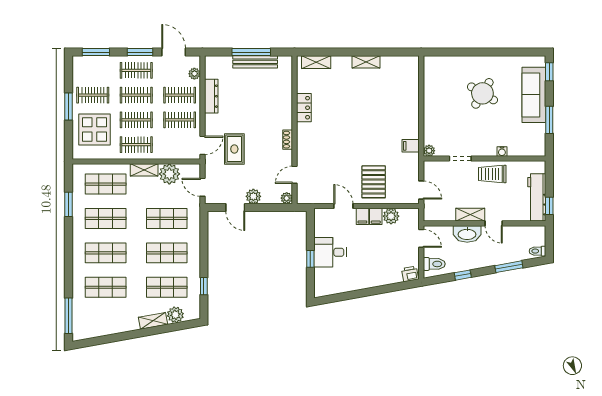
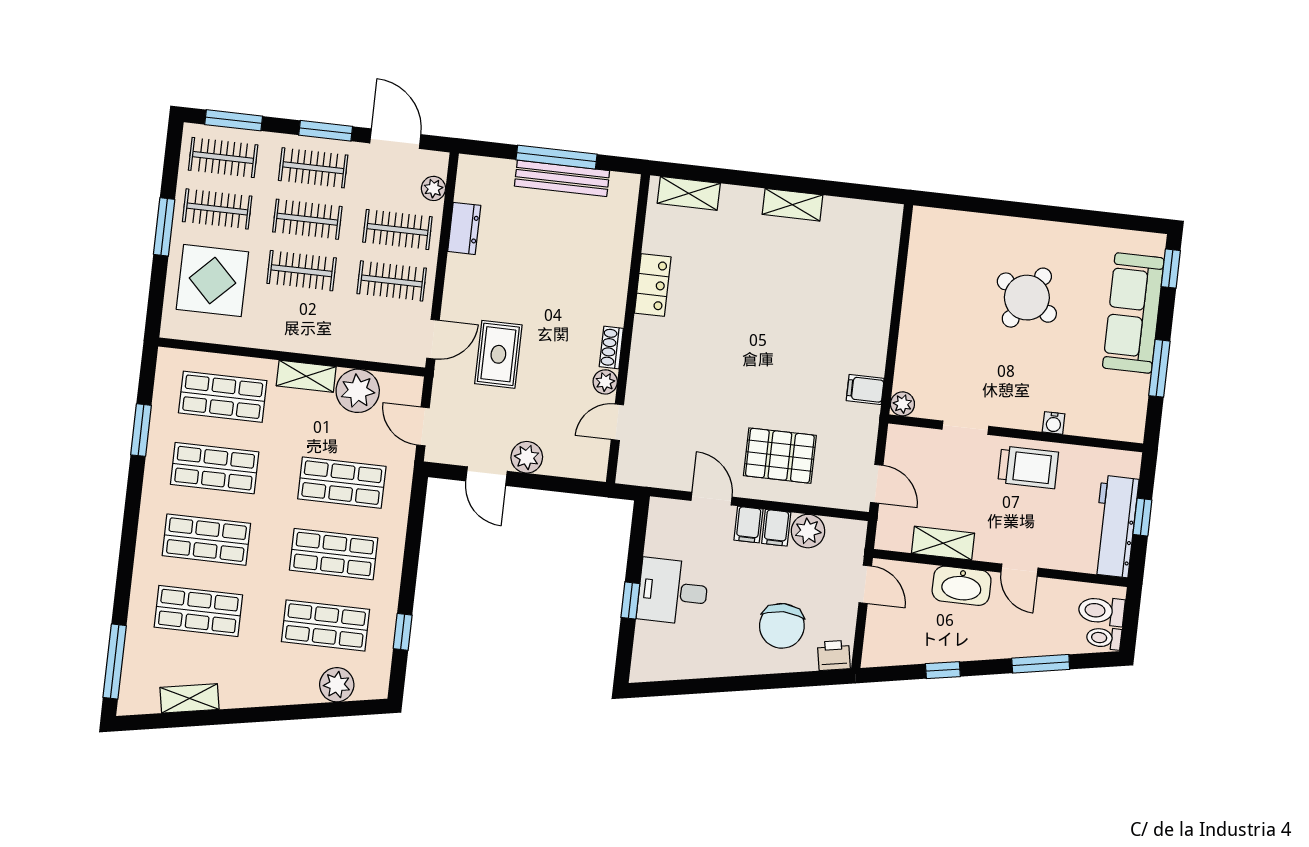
dresser: (211, 96) -> (464, 228), width x0.70
clothes rail: (136, 145) -> (223, 158), moved
trolley: (492, 174) -> (1028, 467), turned 180
pallet: (374, 182) -> (780, 456), turned 90
plant: (287, 198) -> (605, 382), moved
window: (549, 206) -> (1142, 517), moved
shelving: (470, 215) -> (943, 543), moved
chair: (384, 263) -> (782, 626), added
toilet: (434, 264) -> (1101, 611), moved, turned 180
shelving: (153, 321) -> (189, 698), moved

